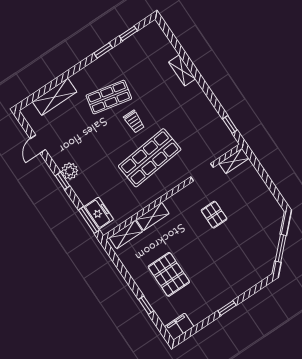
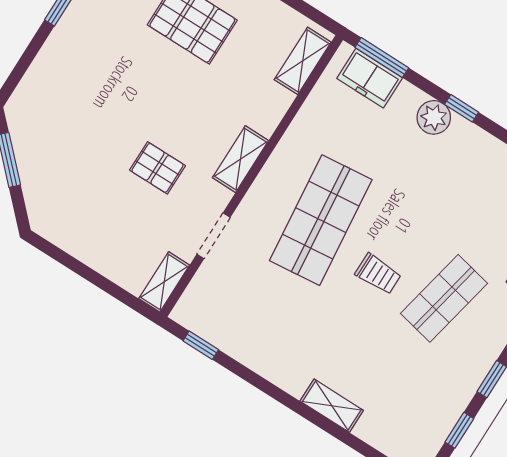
trolley: (134, 122) -> (378, 274), turned 180
plant: (70, 171) -> (434, 117), moved
shelving: (153, 216) -> (241, 159), moved

